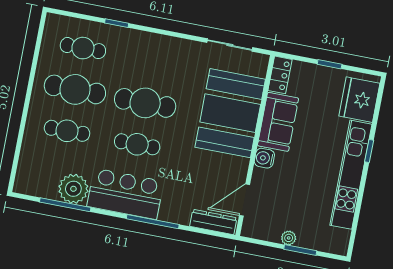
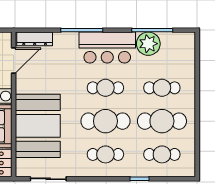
cafe table: (153, 62) -> (105, 154), added

